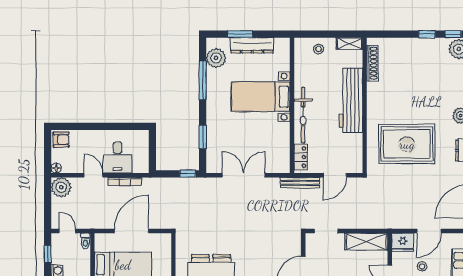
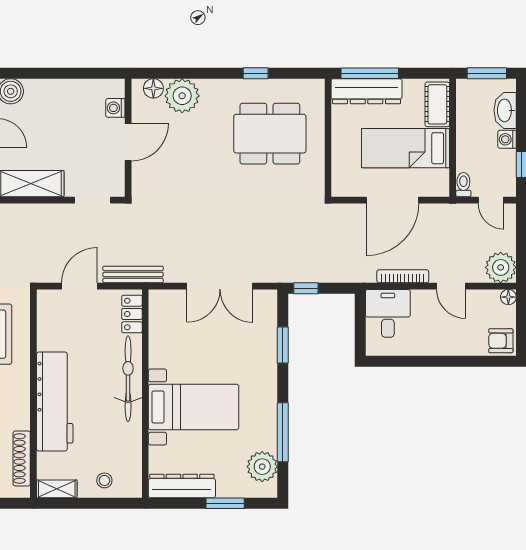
dresser: (252, 45) -> (182, 486), moved
desk: (117, 157) -> (388, 313), moved

